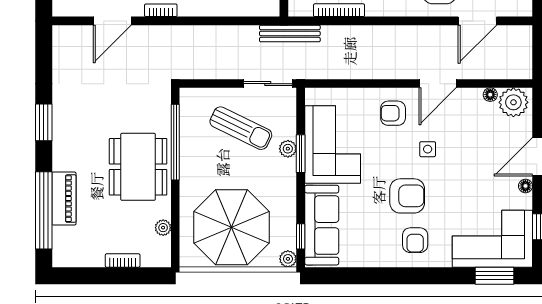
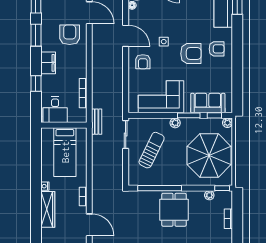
bench: (290, 34) -> (97, 122), width x0.73
plant: (288, 149) -> (175, 123), moved
window: (301, 154) -> (189, 115), moved
dining table: (138, 167) -> (174, 210), width x0.73
armchair: (407, 196) -> (191, 54), turned 90
sofa: (322, 225) -> (208, 103), width x0.73
window: (175, 250) -> (222, 188), added

